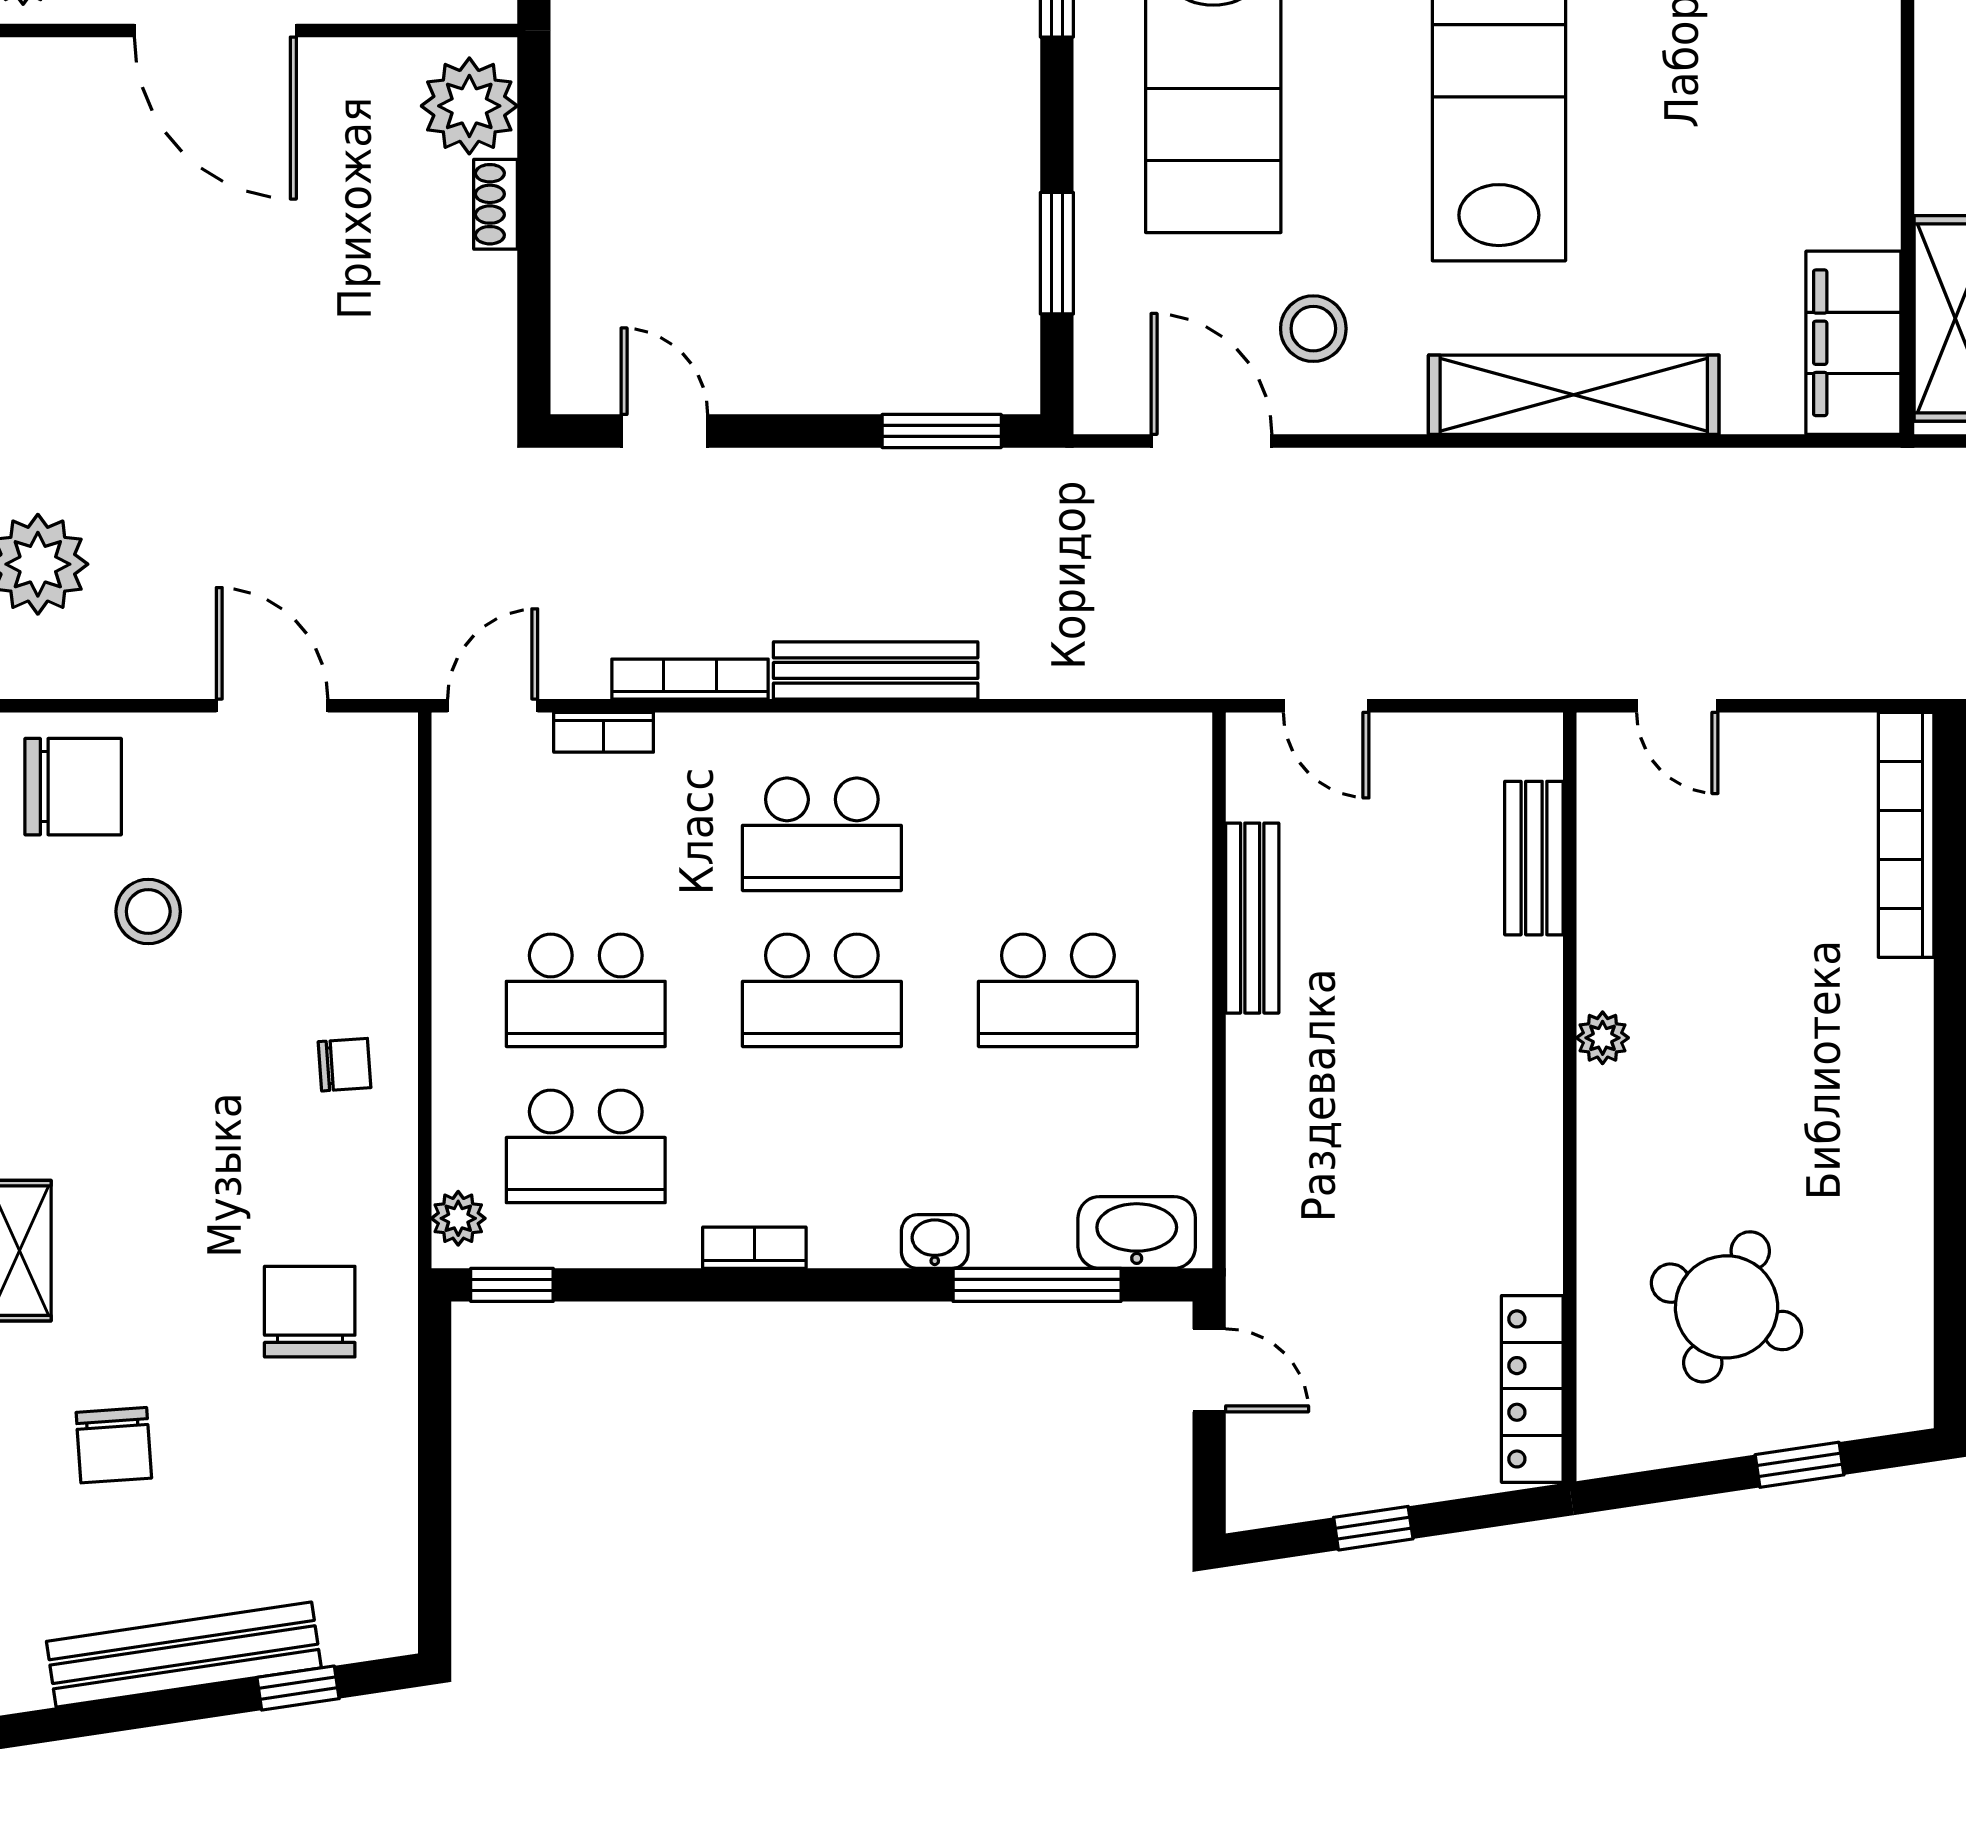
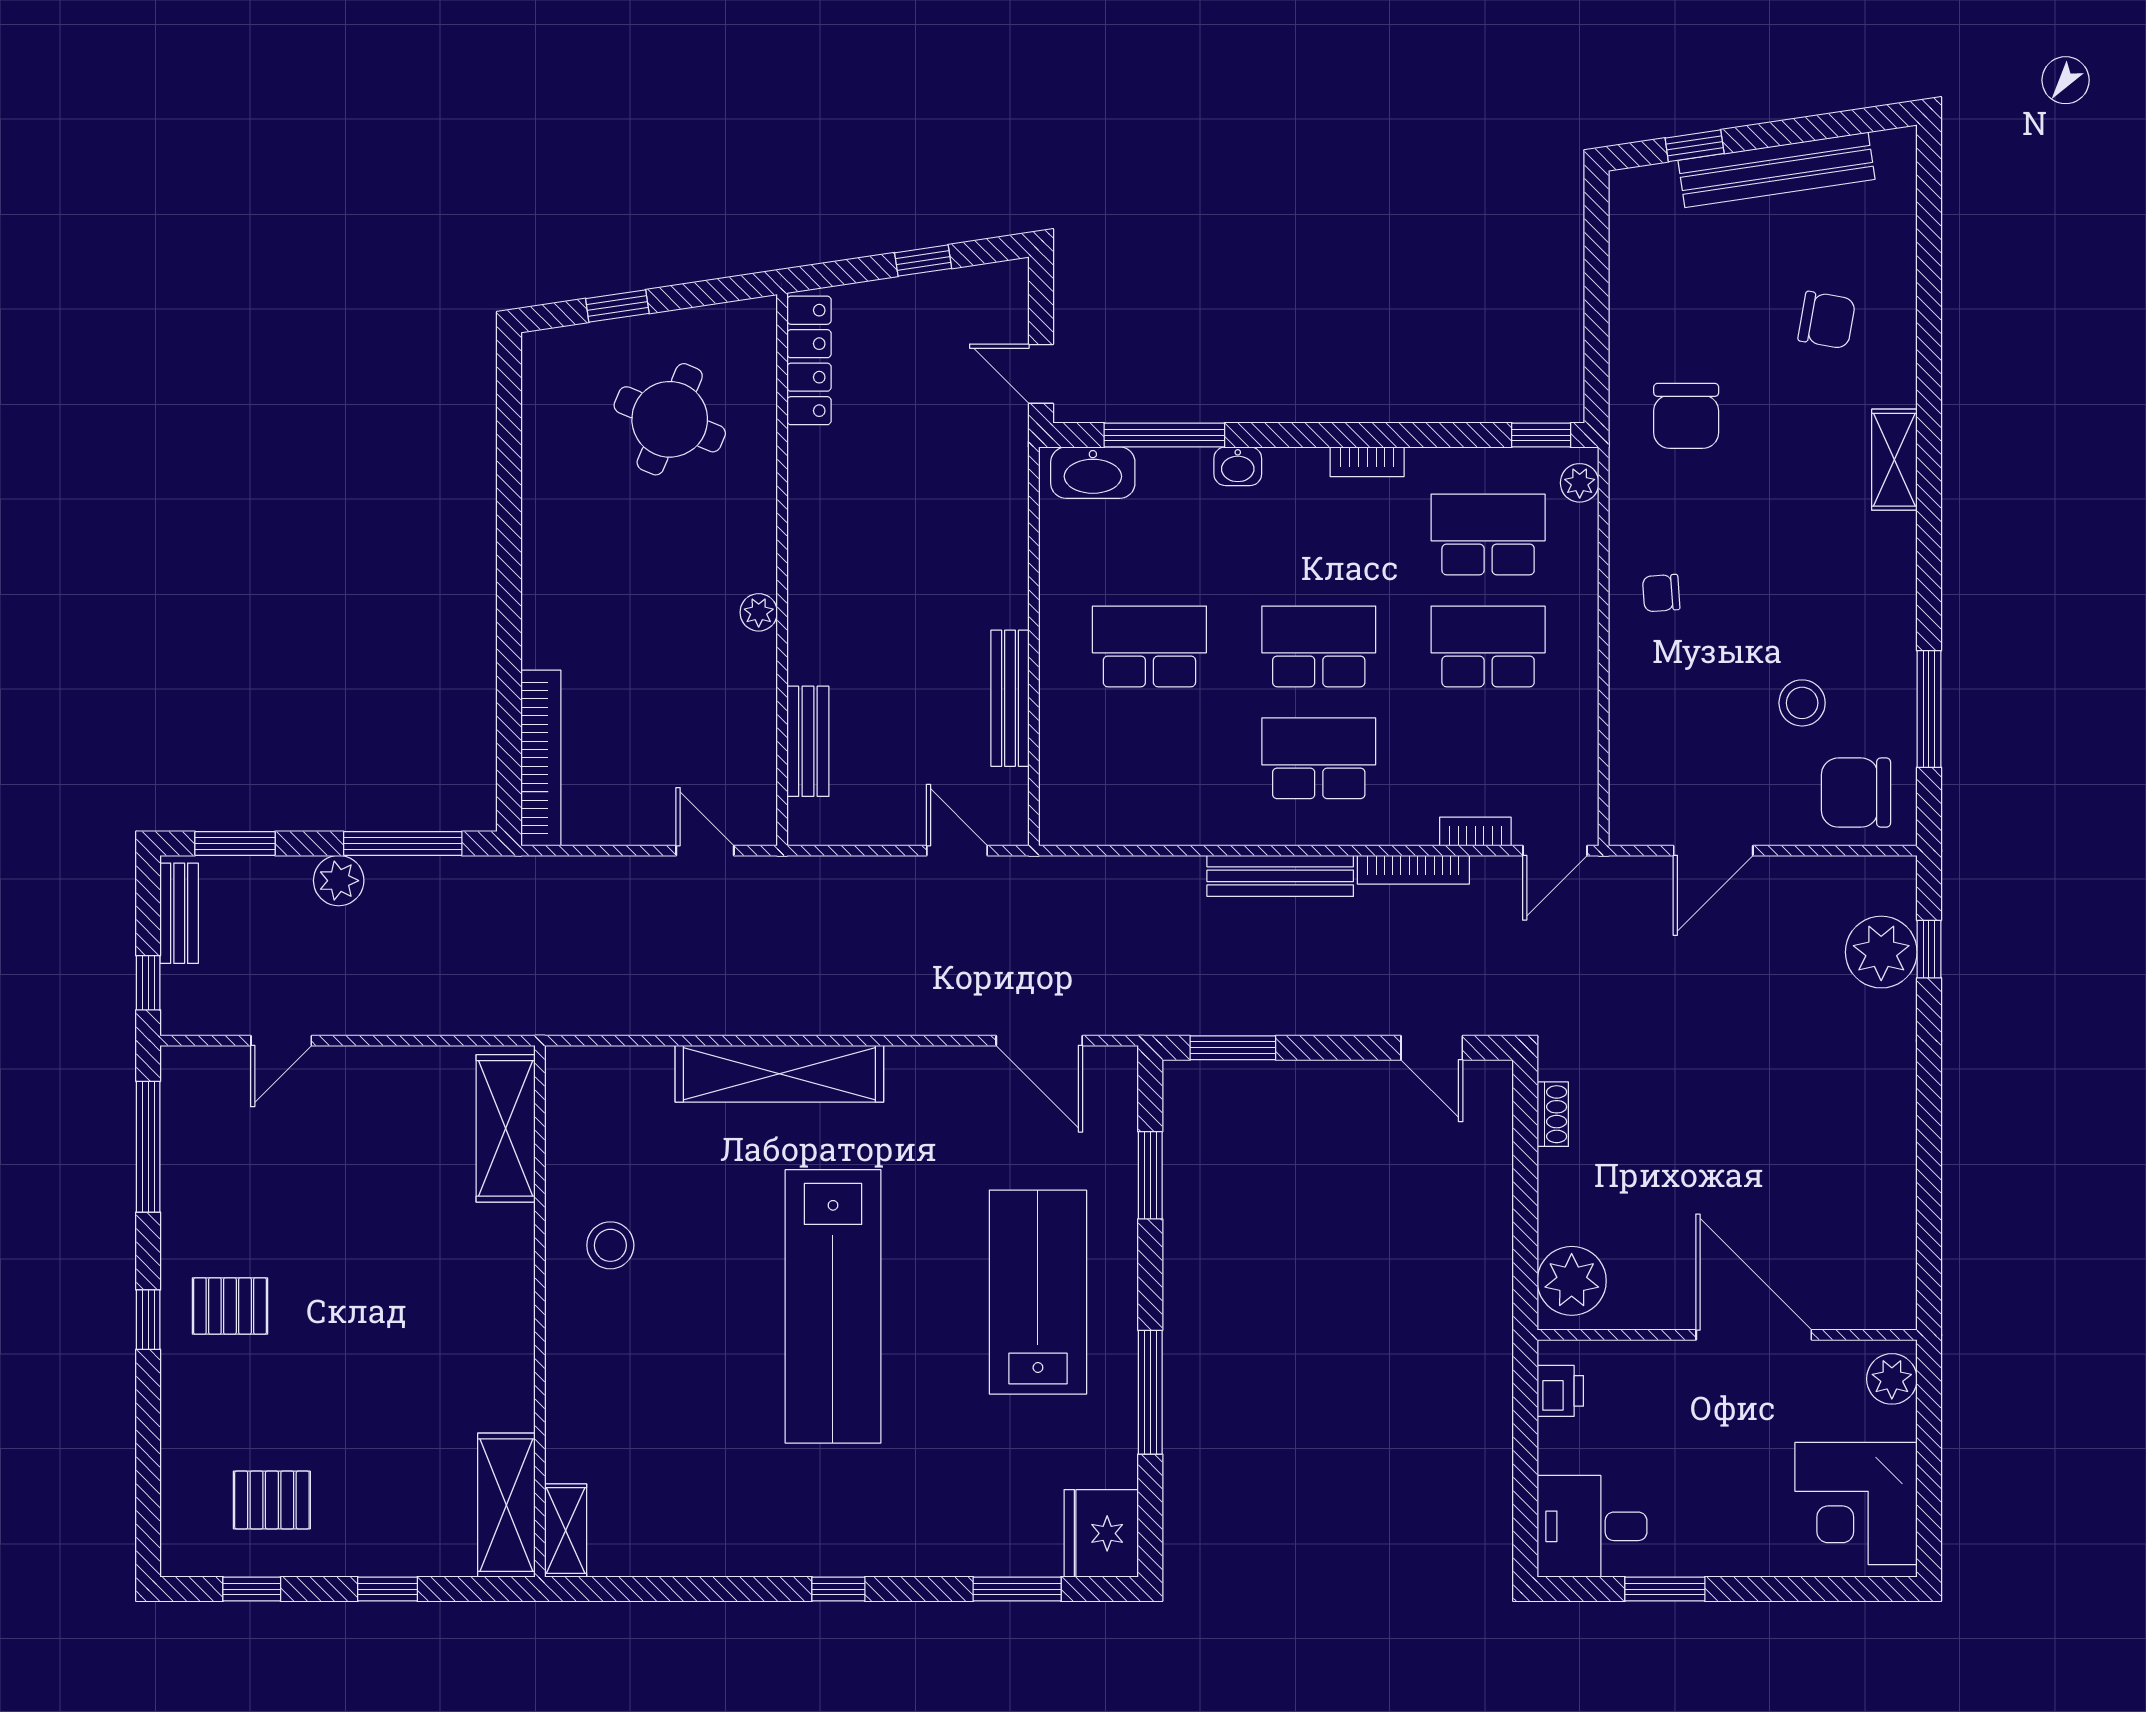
shoe rack: (496, 204) -> (1553, 1114), moved
stool: (1313, 329) -> (610, 1245), moved
filing cabinet: (1853, 343) -> (579, 1111), removed
door: (272, 706) -> (1713, 851), hinge flipped
chair: (114, 1445) -> (1827, 320), turned 104

